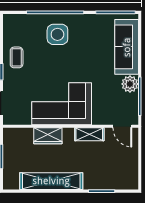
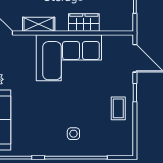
side table: (57, 34) -> (73, 134), width x0.54, depth x0.54

